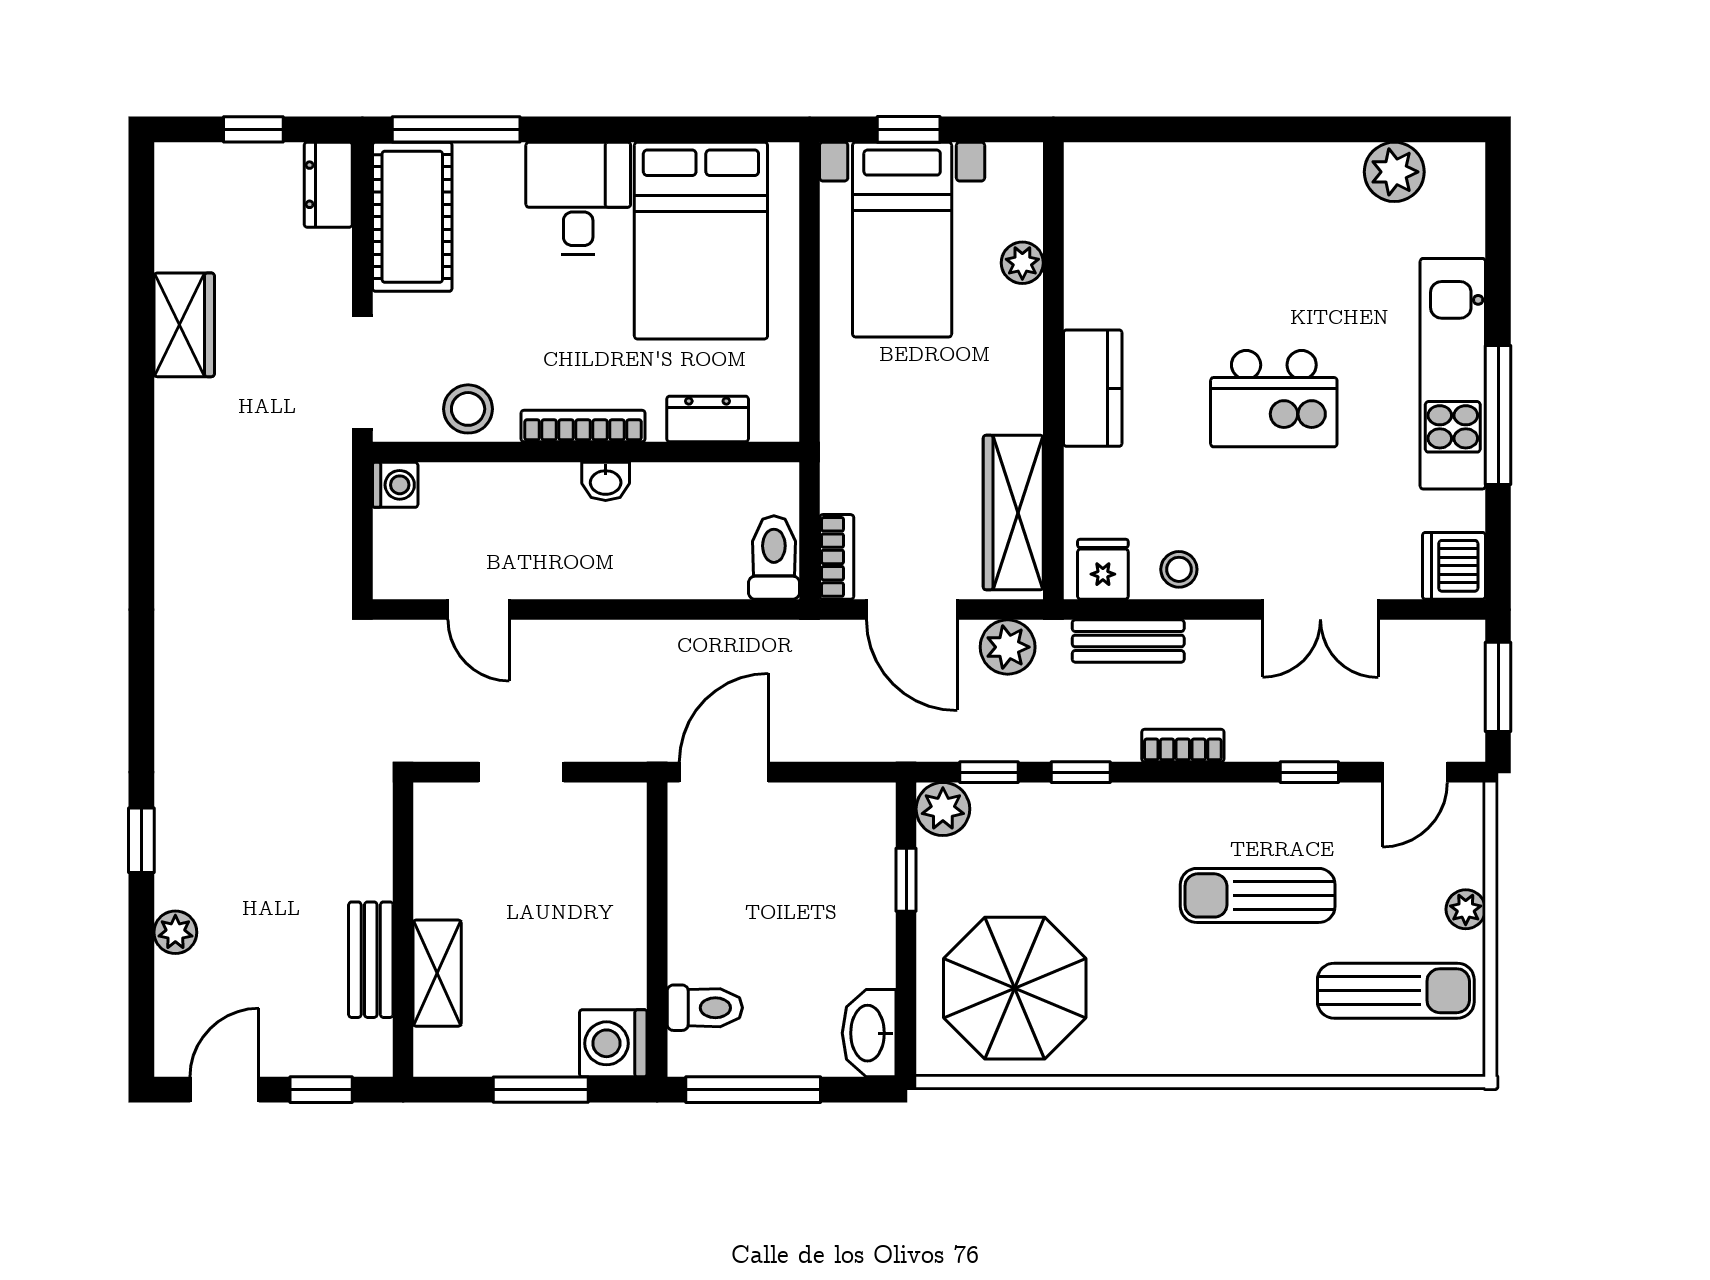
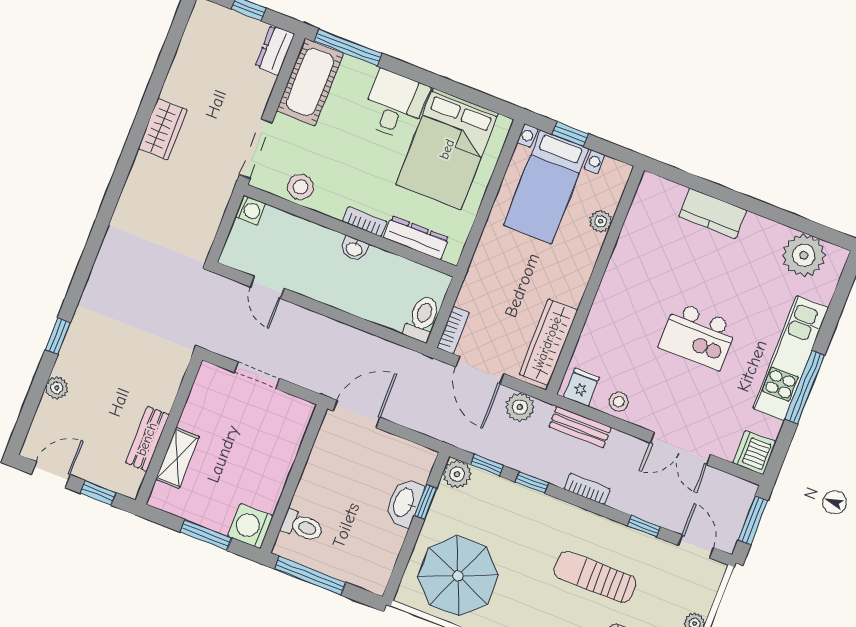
plant: (1394, 172) -> (804, 255), width x1.36, depth x1.36
wardrobe: (184, 325) -> (163, 129), moved
kitchen counter: (1093, 388) -> (713, 213), moved, turned 90
dresser: (708, 419) -> (416, 238), width x1.44
bookcase: (583, 426) -> (365, 222), width x0.64
door: (1415, 772) -> (696, 546), swing flipped
washbasin: (869, 1033) -> (404, 503), moved

